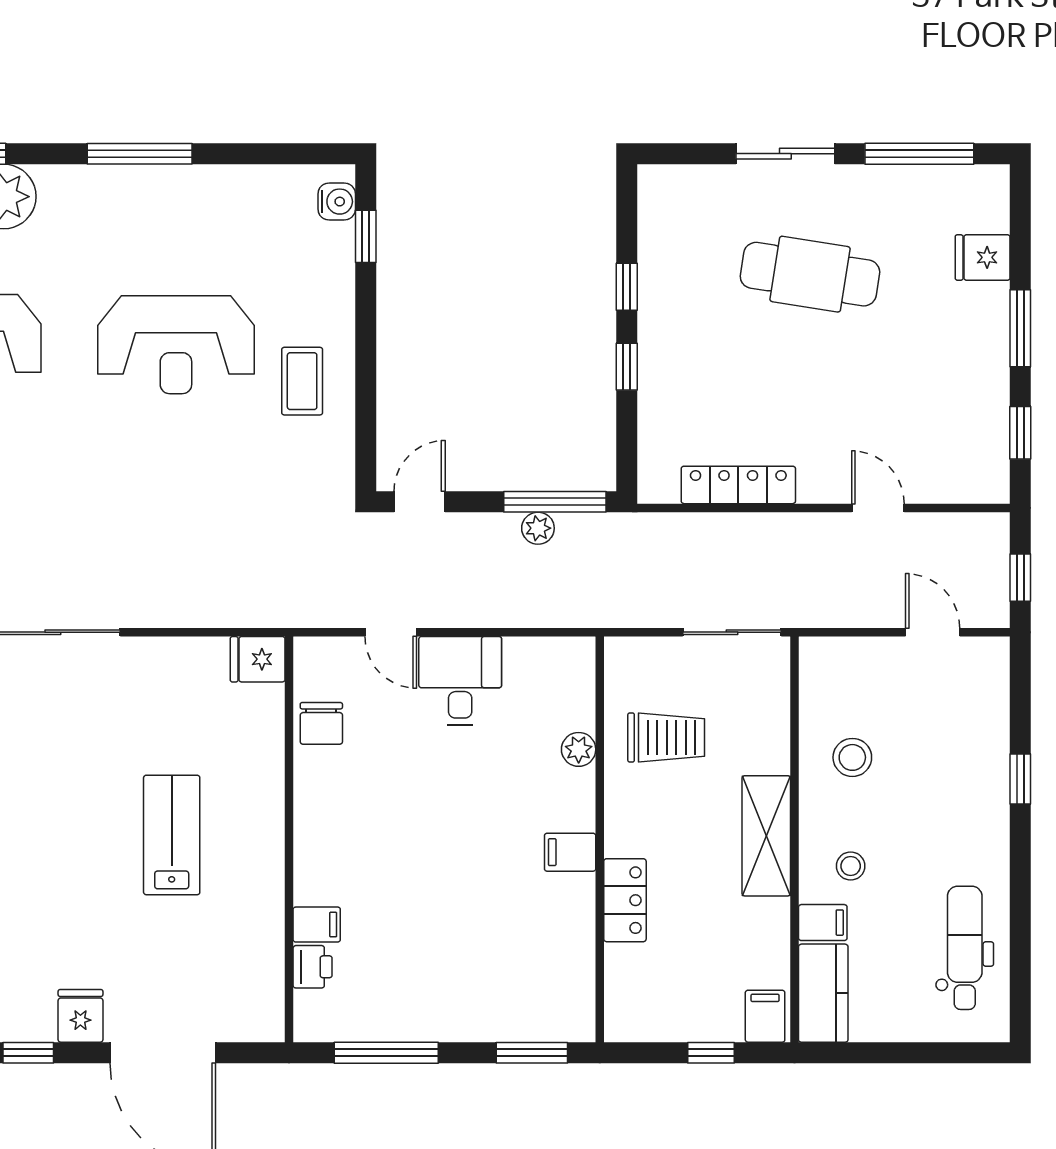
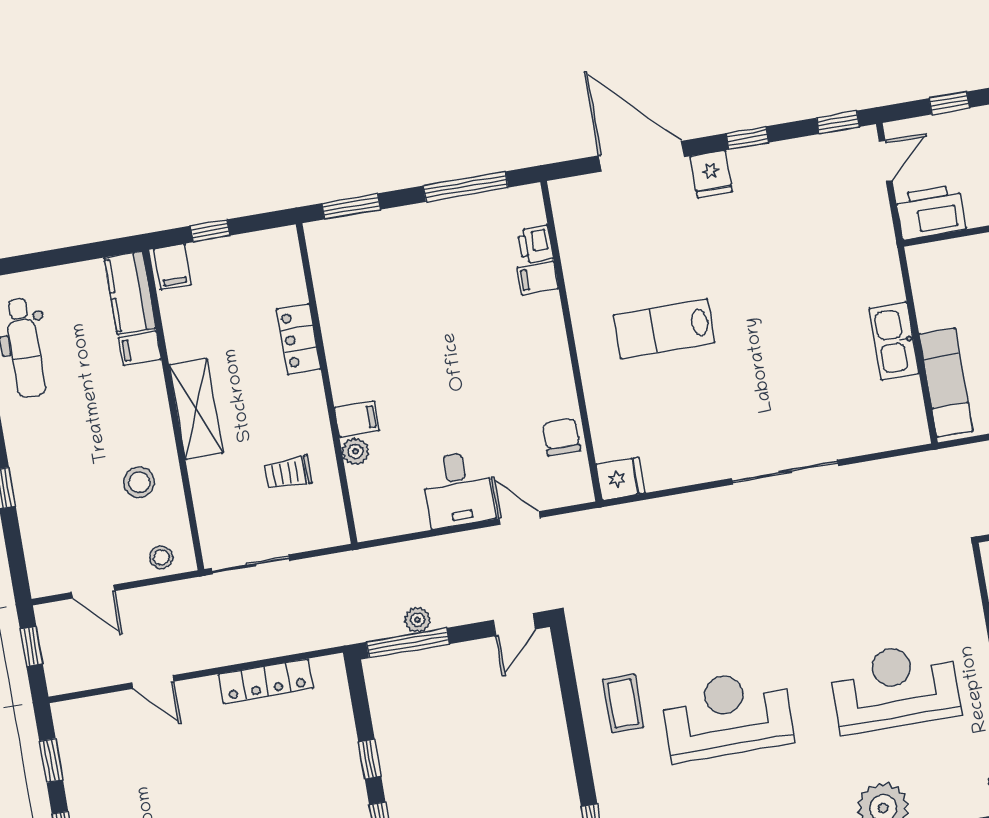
trolley: (666, 738) -> (288, 473), width x0.73, depth x0.72
lab bench: (172, 835) -> (664, 329), turned 90
filing cabinet: (570, 852) -> (357, 419), moved
stool: (851, 866) -> (161, 557), moved

